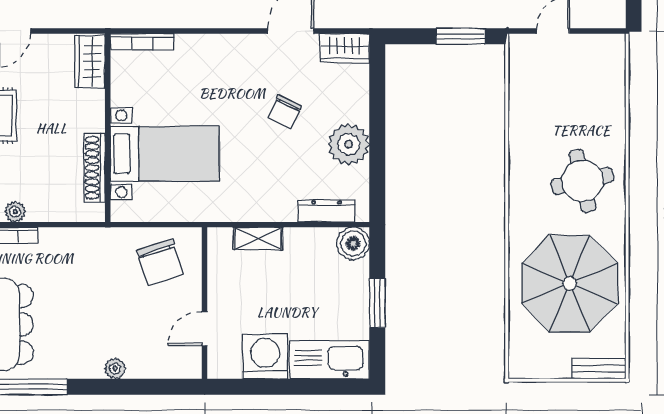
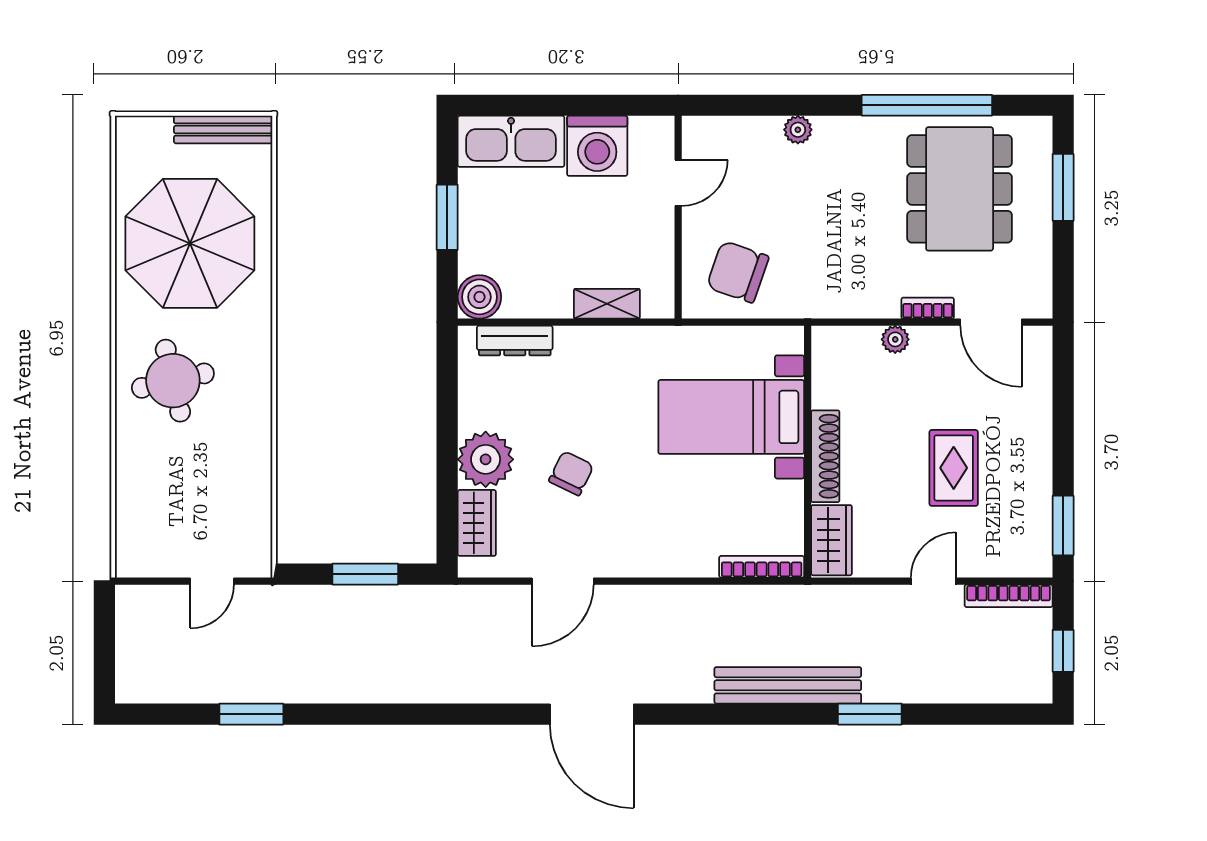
window: (461, 36) -> (365, 574), moved
wardrobe: (345, 48) -> (477, 523), moved, turned 90
plant: (349, 144) -> (486, 459), moved
shoe rack: (95, 168) -> (825, 456), moved
plant: (15, 212) -> (895, 339), moved
chair: (160, 262) -> (738, 272), turned -53
bench: (599, 369) -> (223, 130), moved, width x1.36

